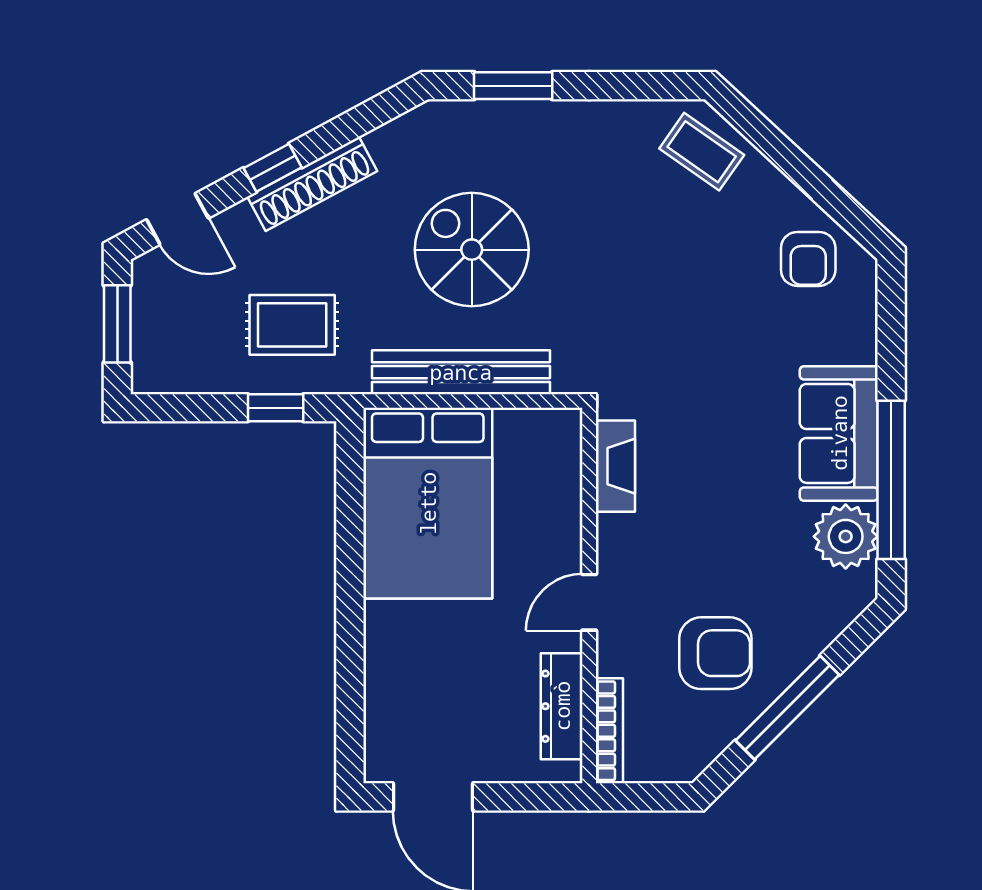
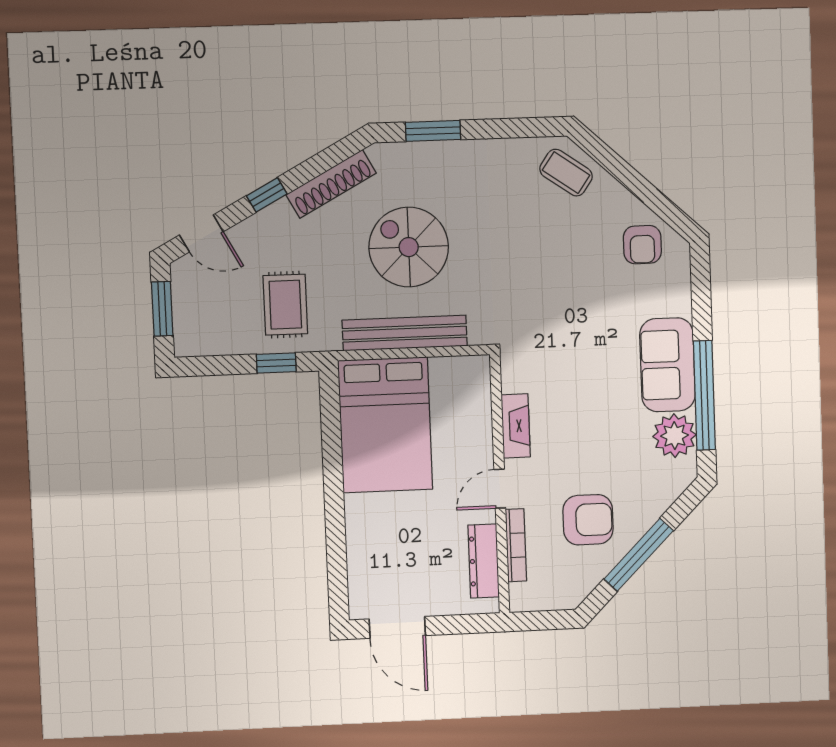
shoe rack: (312, 184) -> (331, 184), moved
rug: (292, 325) -> (285, 305), turned 90
fireplace: (615, 466) -> (516, 426), moved
bookcase: (609, 731) -> (516, 545), moved

